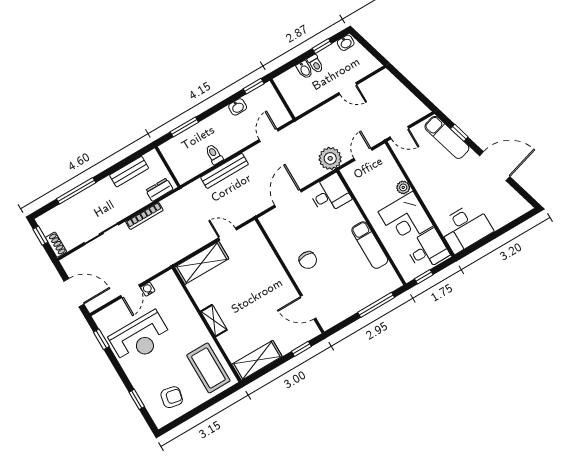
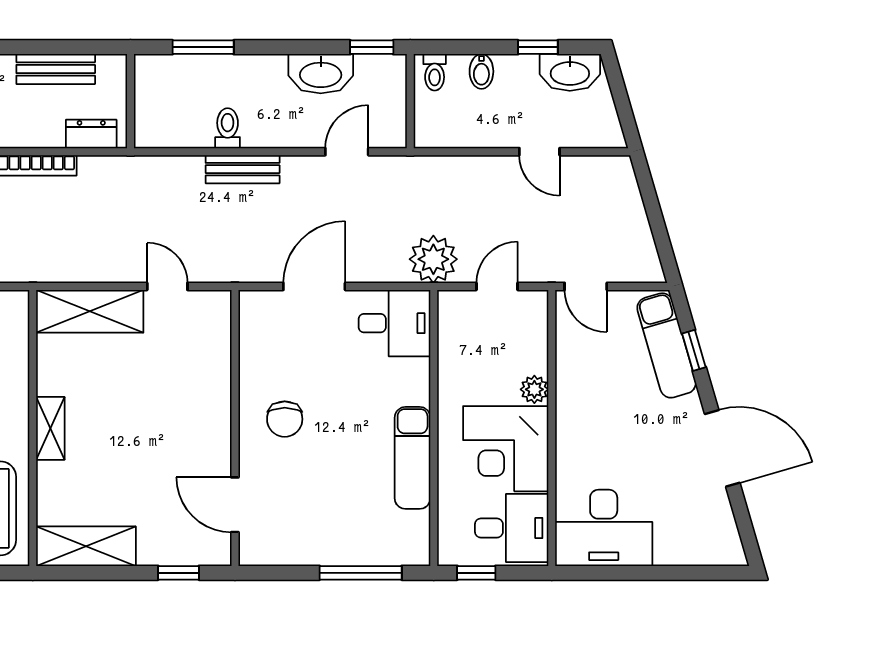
washbasin: (346, 43) -> (570, 72), width x1.91, depth x1.45
toilet: (315, 64) -> (435, 72), moved
washbasin: (238, 107) -> (321, 74), width x1.91, depth x1.45
bench: (225, 171) -> (243, 169), width x0.73

